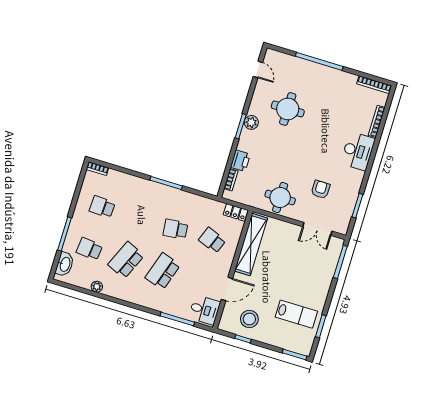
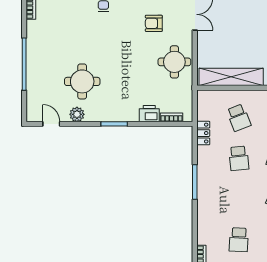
door: (258, 69) -> (51, 124), hinge flipped
plant: (251, 122) -> (77, 114), moved
locker: (236, 212) -> (203, 133), moved
school desk: (212, 240) -> (239, 118), turned -42

